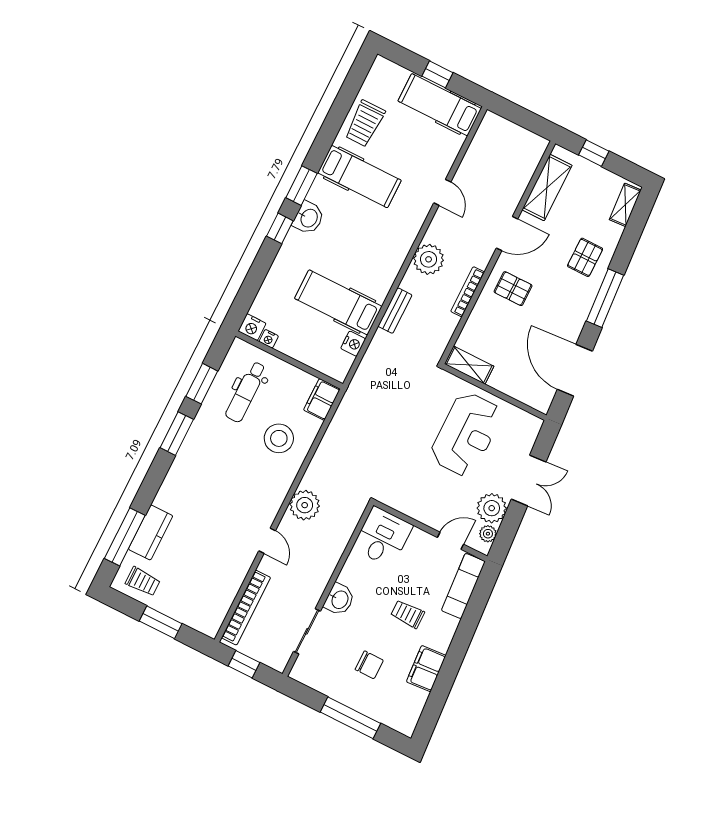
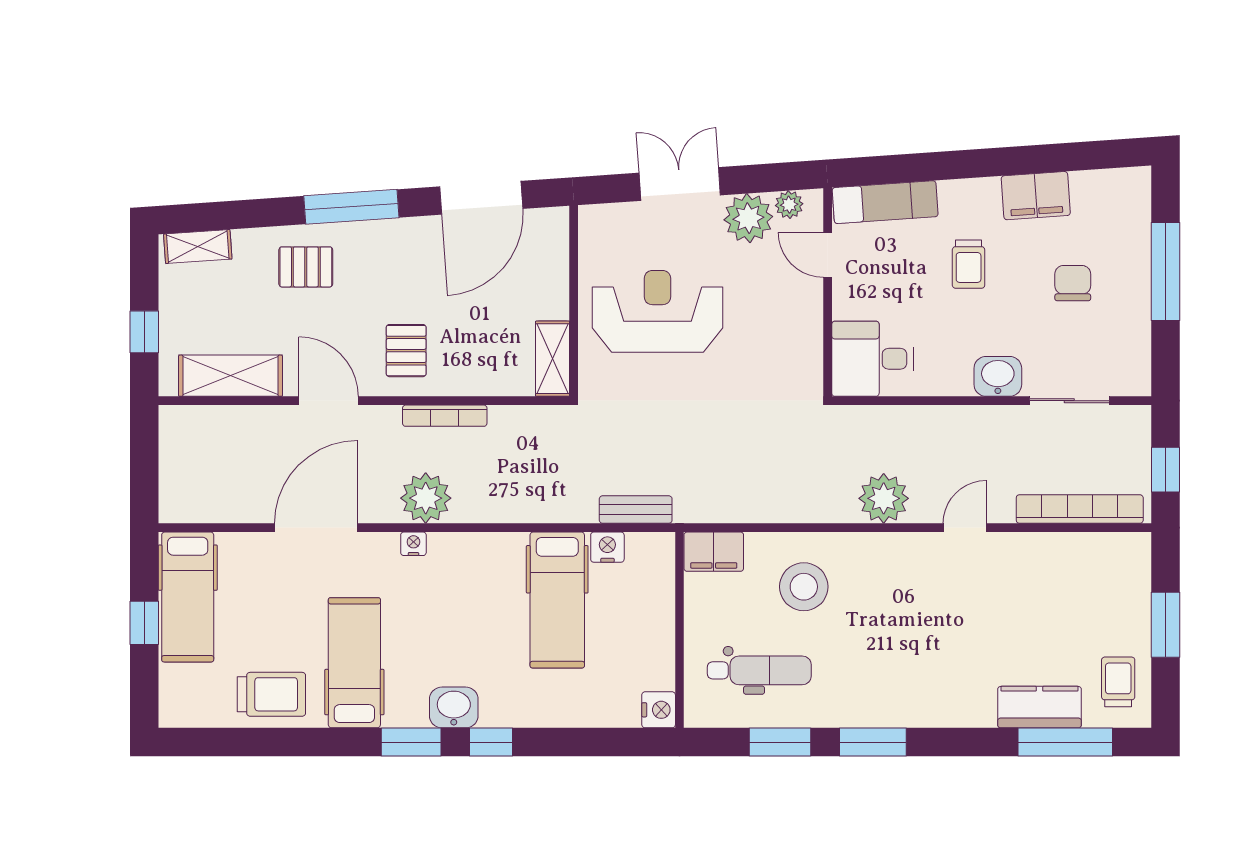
door: (442, 192) -> (316, 528), width x1.87
bench: (395, 311) -> (636, 510), moved
nightstand: (269, 339) -> (413, 544), moved, turned -90

